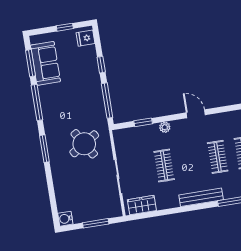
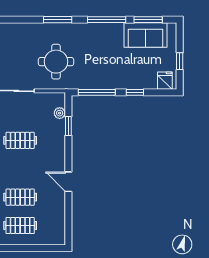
door: (196, 114) -> (68, 182), swing flipped
plant: (165, 127) -> (60, 113), moved
round table: (84, 144) -> (56, 62), turned 32

